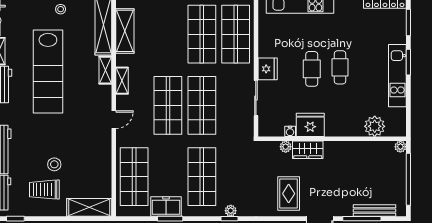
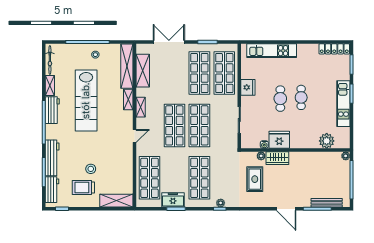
fridge: (268, 69) -> (248, 87), moved
rug: (289, 194) -> (255, 179), moved

